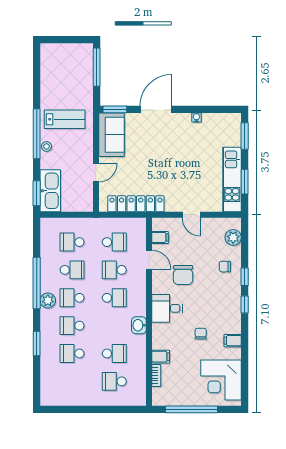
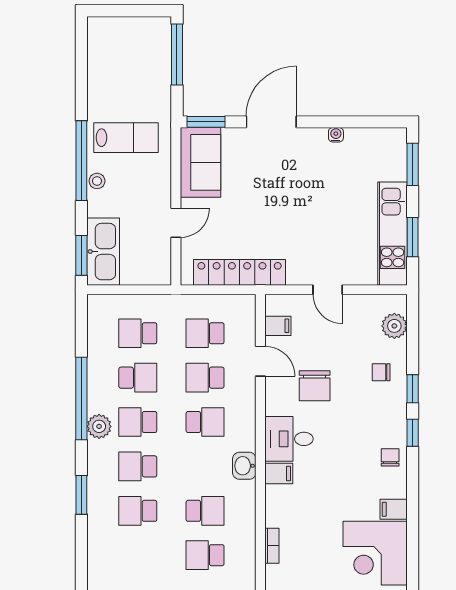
school desk: (114, 242) -> (205, 333), turned 180
chair: (201, 334) -> (390, 457), moved
filing cabinet: (233, 341) -> (394, 509), moved
filing cabinet: (161, 357) -> (279, 473), moved

